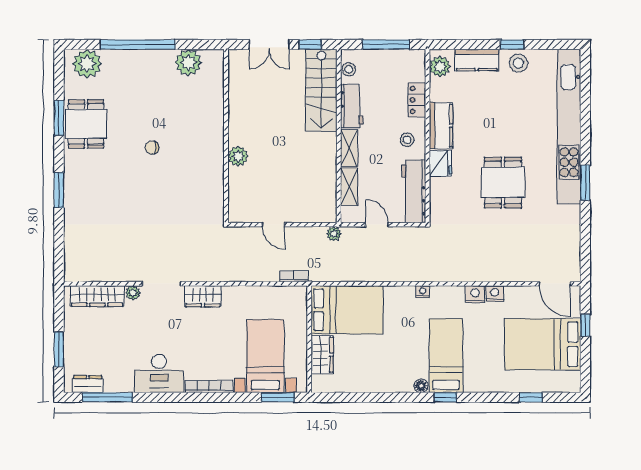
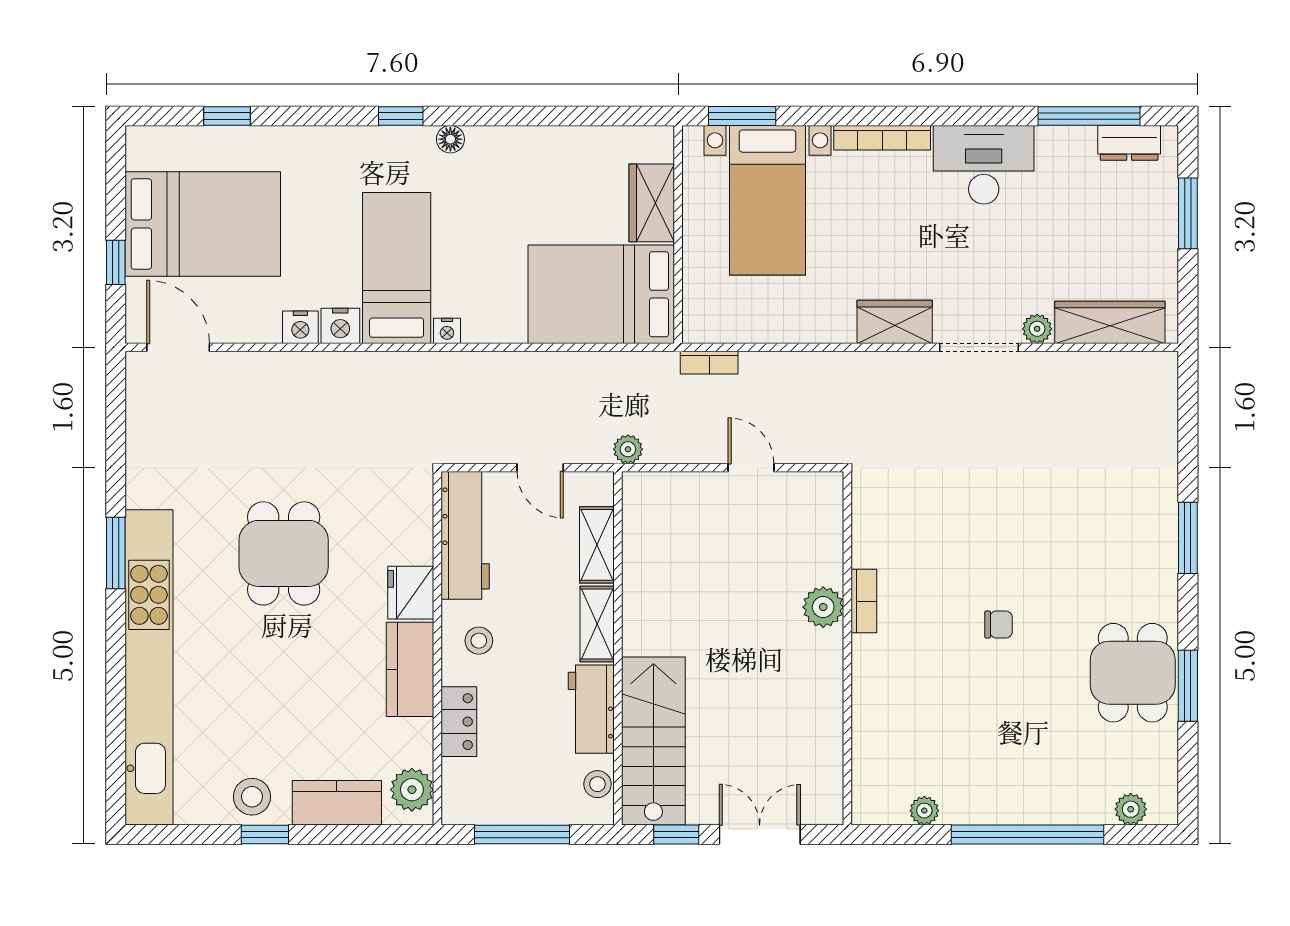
plant: (188, 62) -> (924, 811), width x0.53, depth x0.53
plant: (87, 64) -> (1131, 809), width x0.53, depth x0.53
bookcase: (218, 159) -> (864, 601), added
bed: (446, 356) -> (397, 268), moved, turned 180

